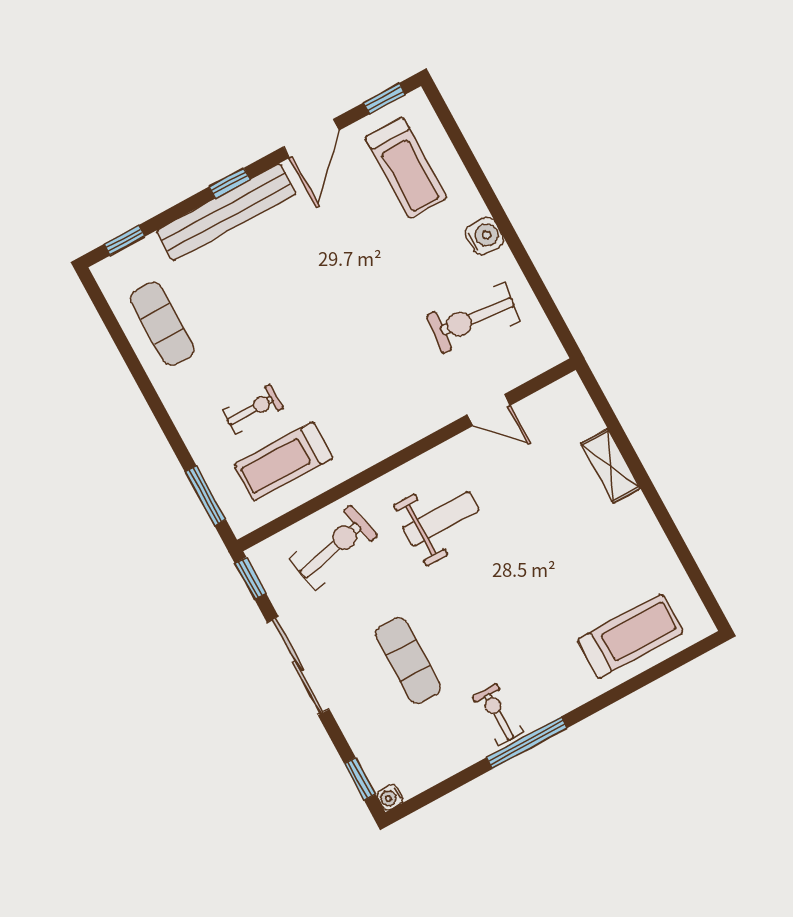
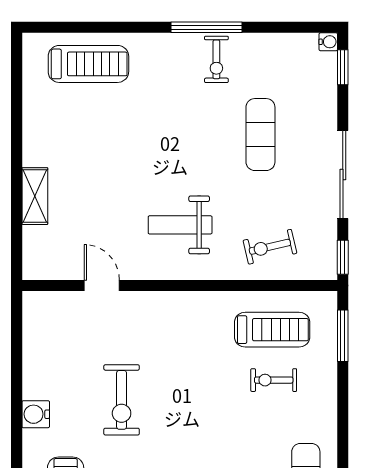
exercise bike: (473, 318) -> (122, 400), moved, turned 84
exercise bike: (333, 548) -> (270, 247), width x0.73, depth x0.72
treadmill: (630, 636) -> (88, 64), turned 180

